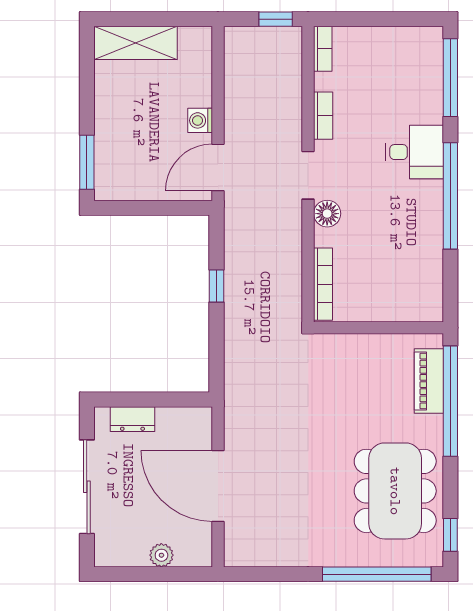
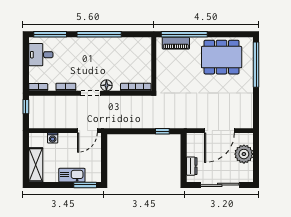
washing machine: (200, 120) -> (53, 138), moved
kitchen sink: (111, 130) -> (72, 175), added
desk: (414, 152) -> (41, 55), moved, turned -90
door: (218, 167) -> (87, 131), hinge flipped
window: (216, 286) -> (162, 131), moved
window: (450, 535) -> (240, 34), removed
plant: (161, 555) -> (244, 154), width x1.88, depth x1.88

